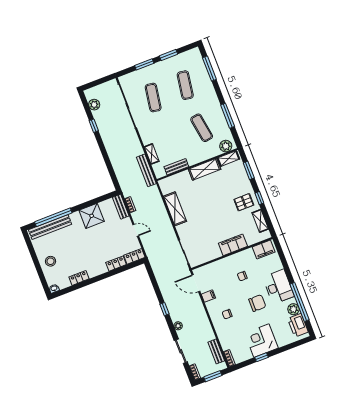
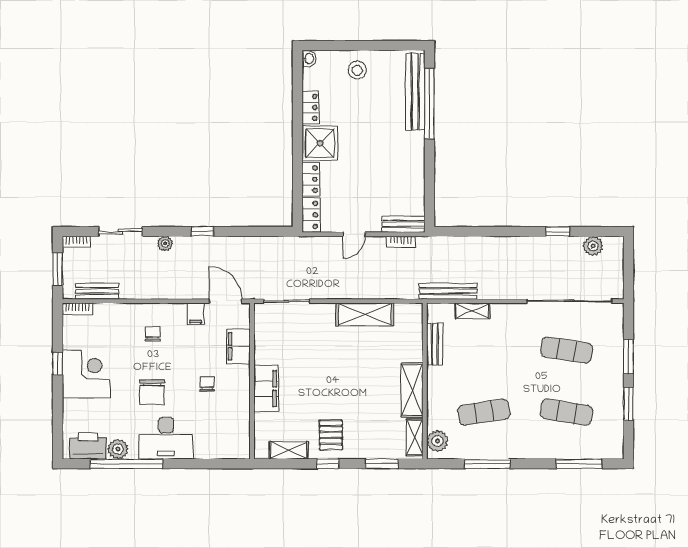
shower: (92, 216) -> (320, 143), moved
filing cabinet: (264, 249) -> (238, 346), moved
door: (196, 283) -> (226, 301), hinge flipped

